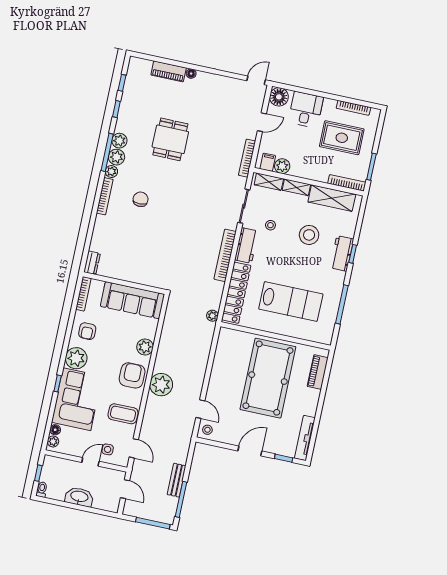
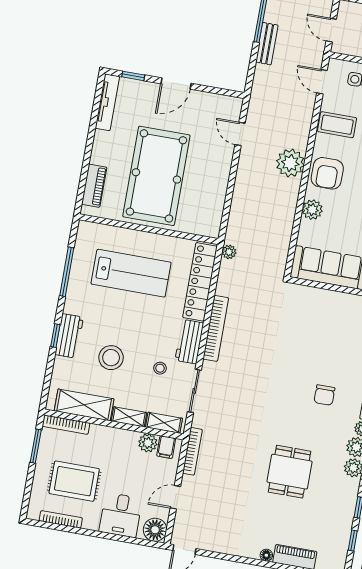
lab bench: (291, 301) -> (131, 273), turned 180
stool: (207, 430) -> (230, 108), removed

